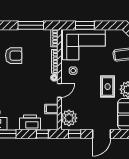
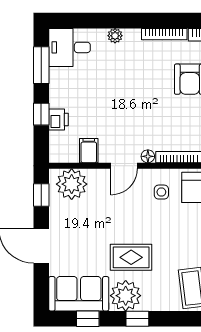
door: (59, 90) -> (124, 166), hinge flipped
printer: (30, 122) -> (59, 120), width x0.53, depth x0.68
window: (42, 134) -> (41, 114), moved

